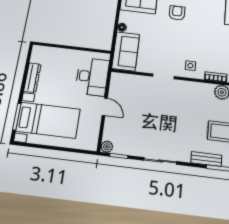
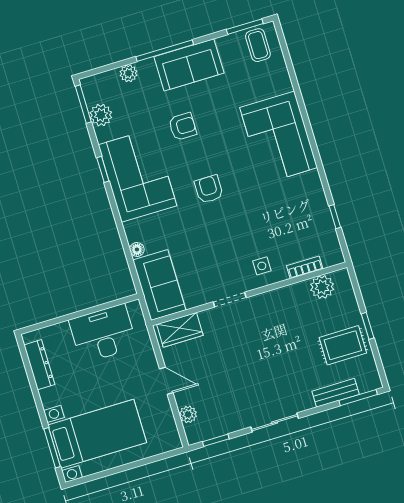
desk: (92, 77) -> (103, 334), moved, turned -90
dresser: (32, 78) -> (39, 365), moved
wardrobe: (126, 81) -> (180, 330), added
plant: (107, 147) -> (188, 414), moved

